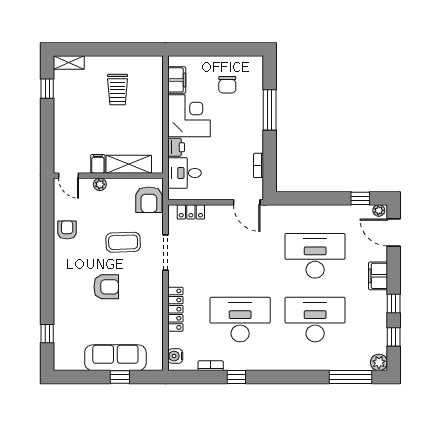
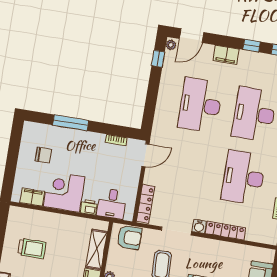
locker: (191, 212) -> (146, 204), width x1.53
water cooler: (175, 356) -> (199, 226), moved

